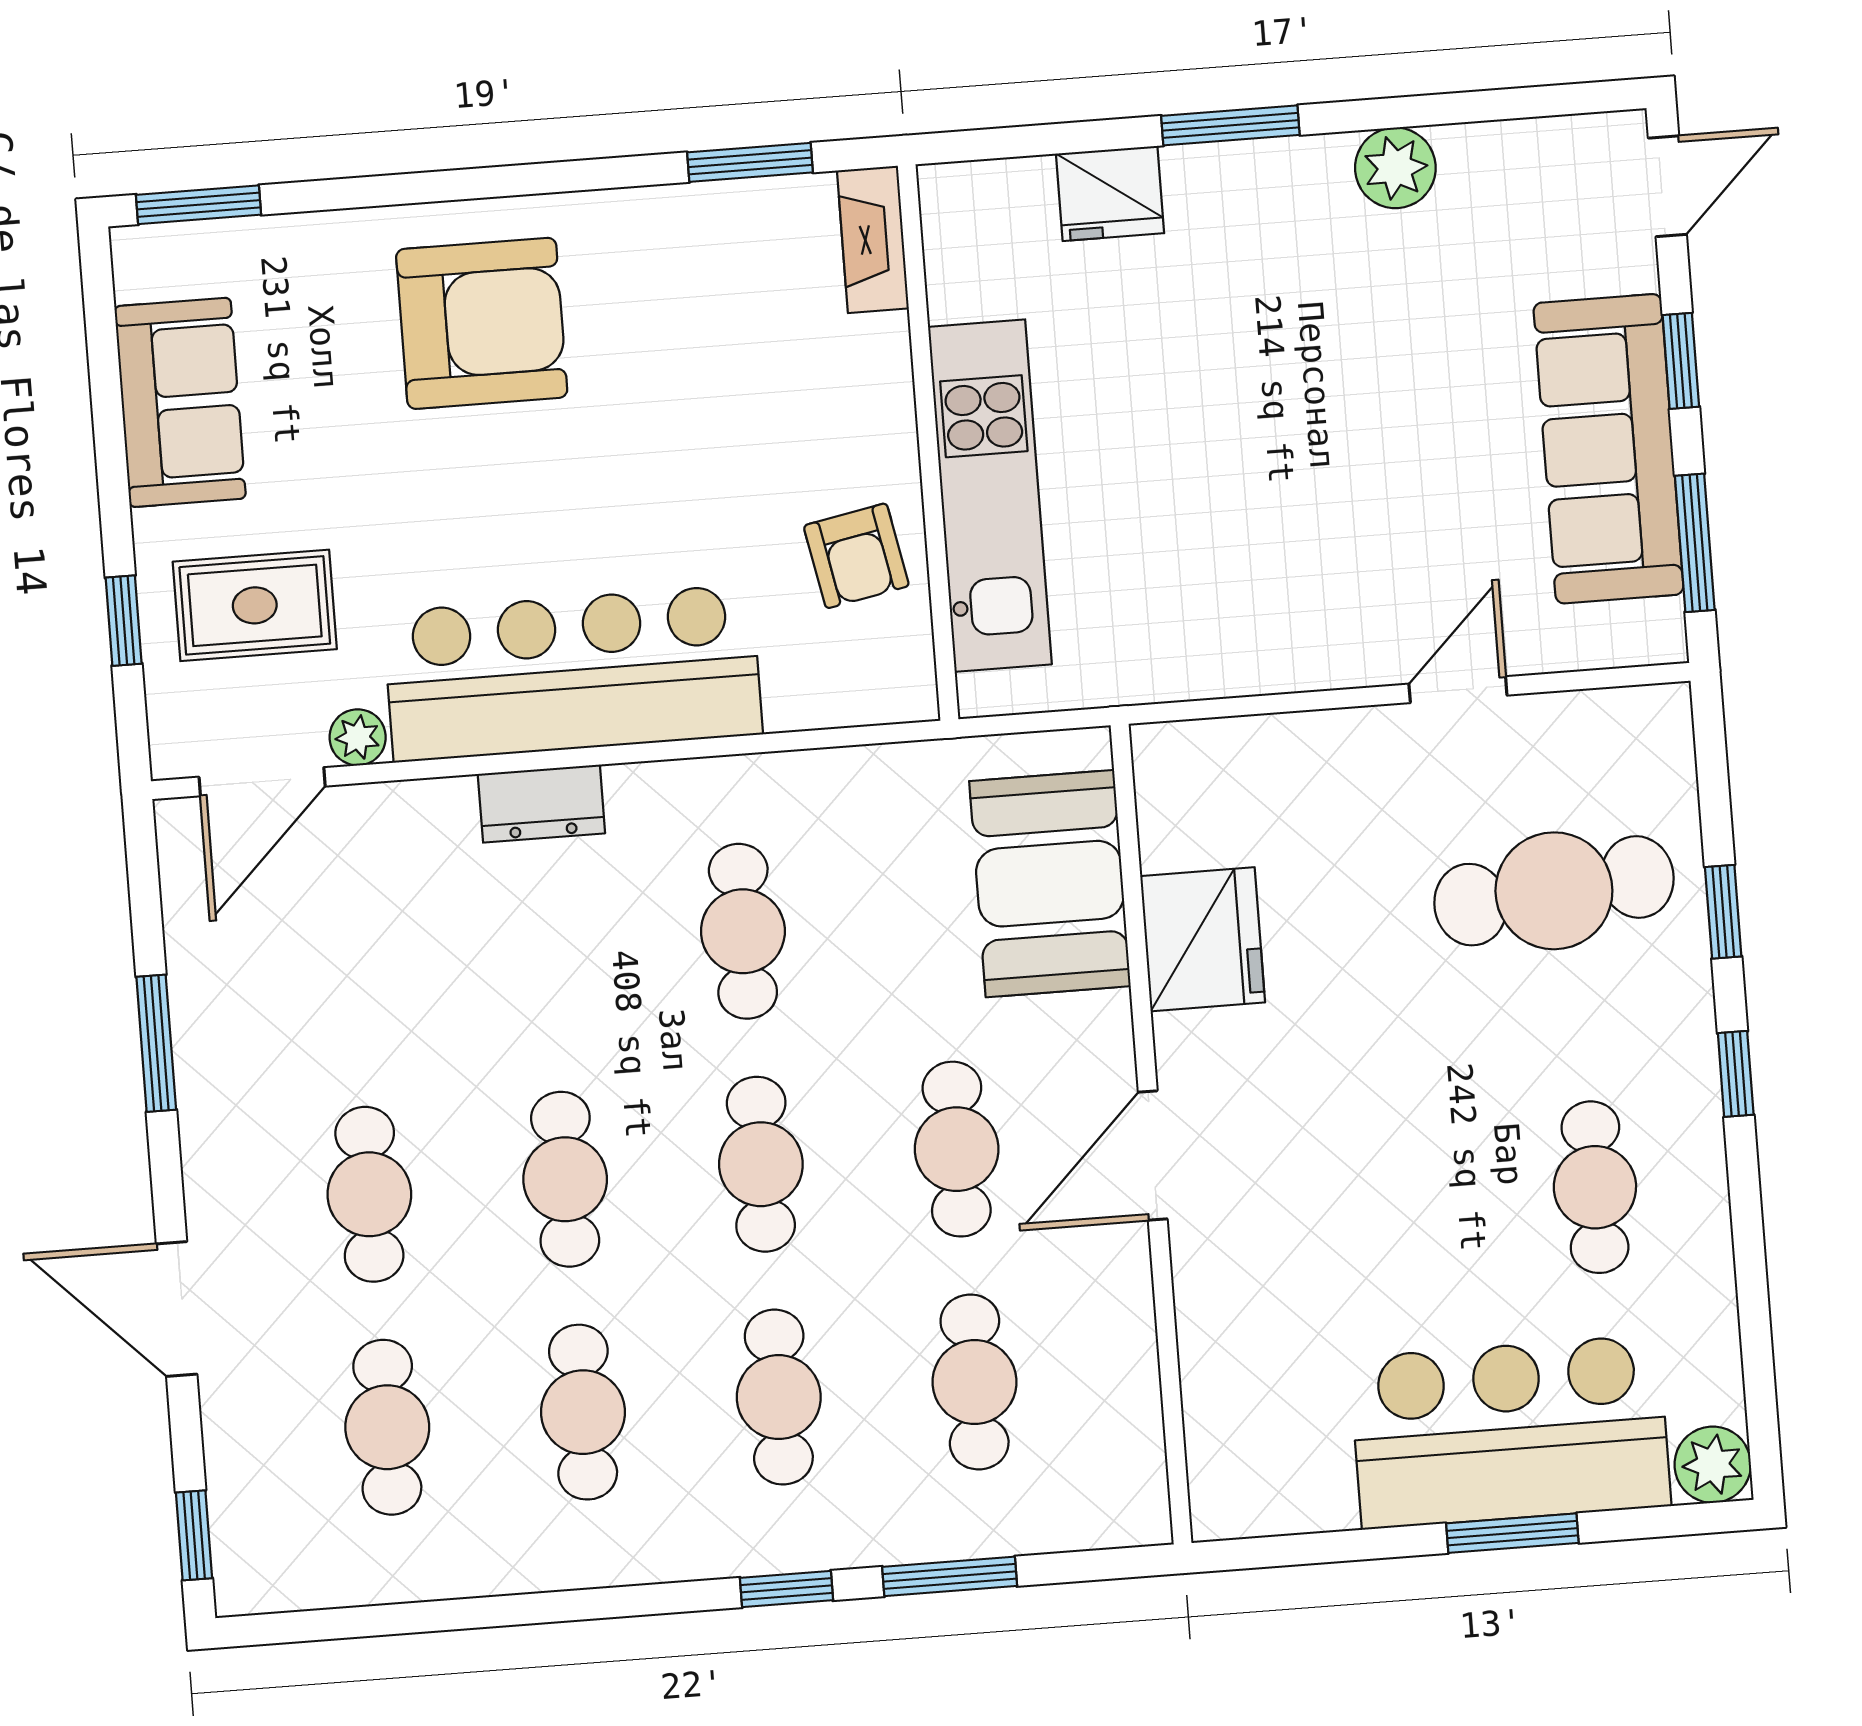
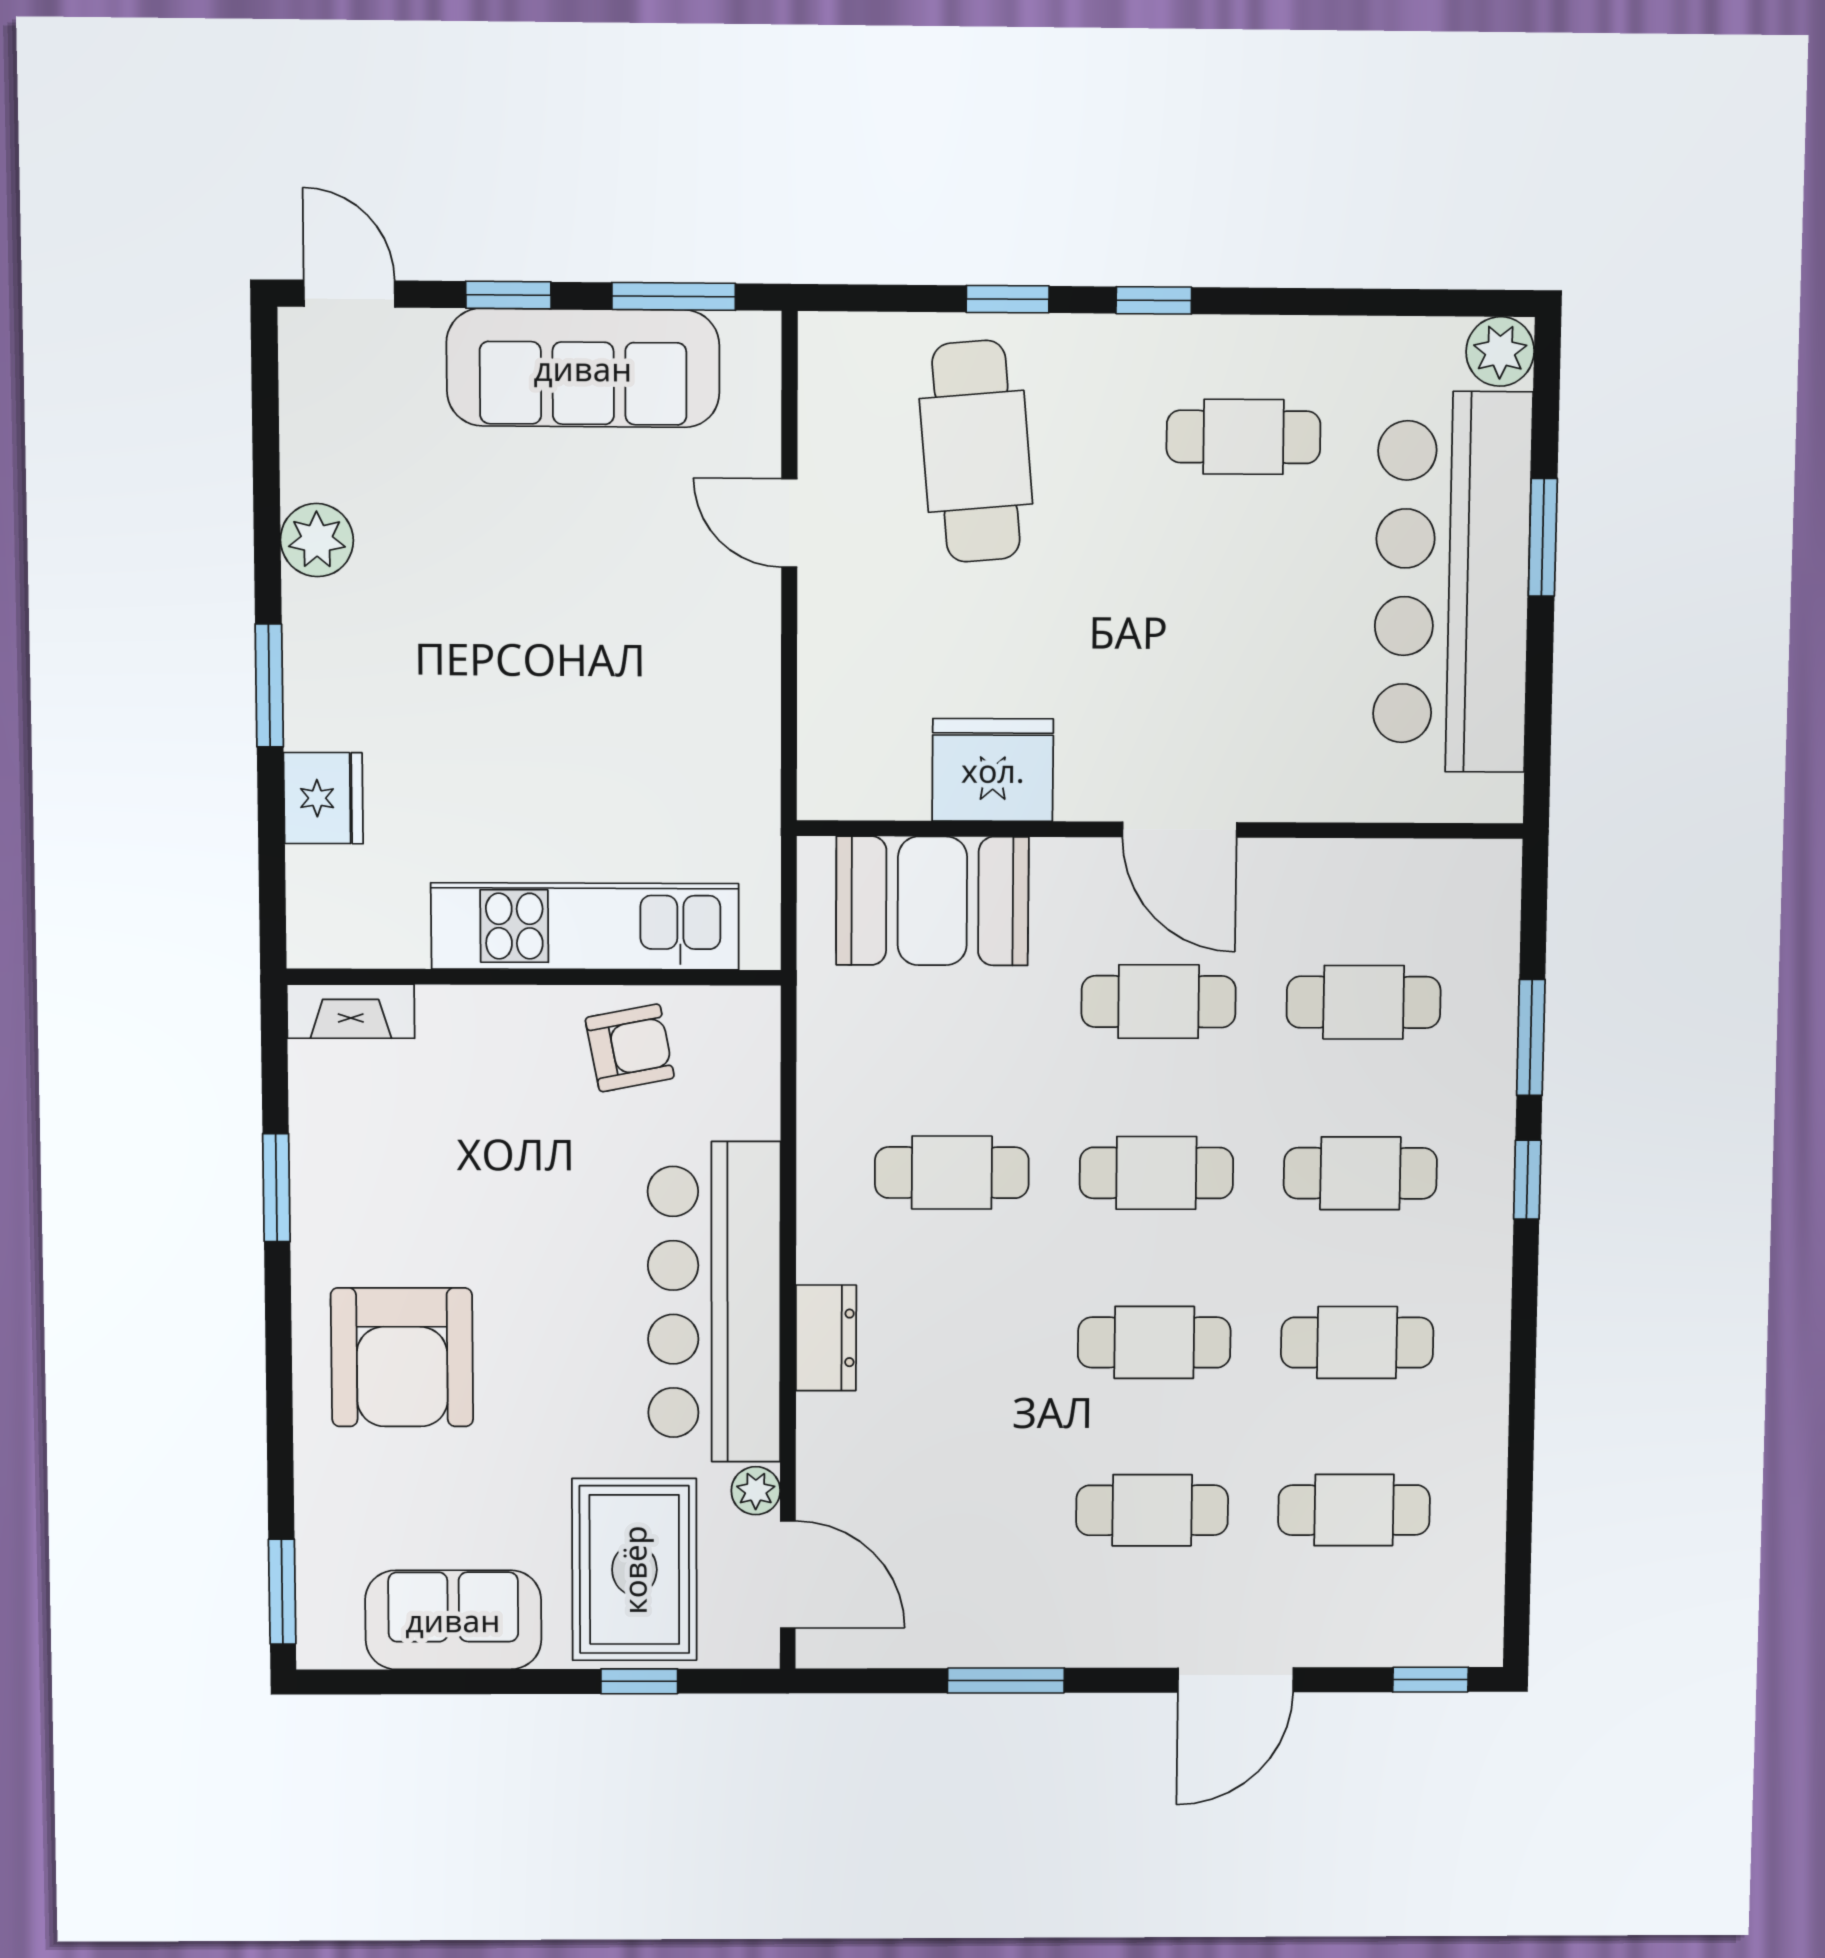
window: (750, 162) -> (276, 1188), moved
armchair: (482, 323) -> (402, 1357), turned 180
rug: (255, 605) -> (634, 1570), width x1.36, depth x1.43
bar counter: (1510, 1432) -> (1452, 583), width x1.36

